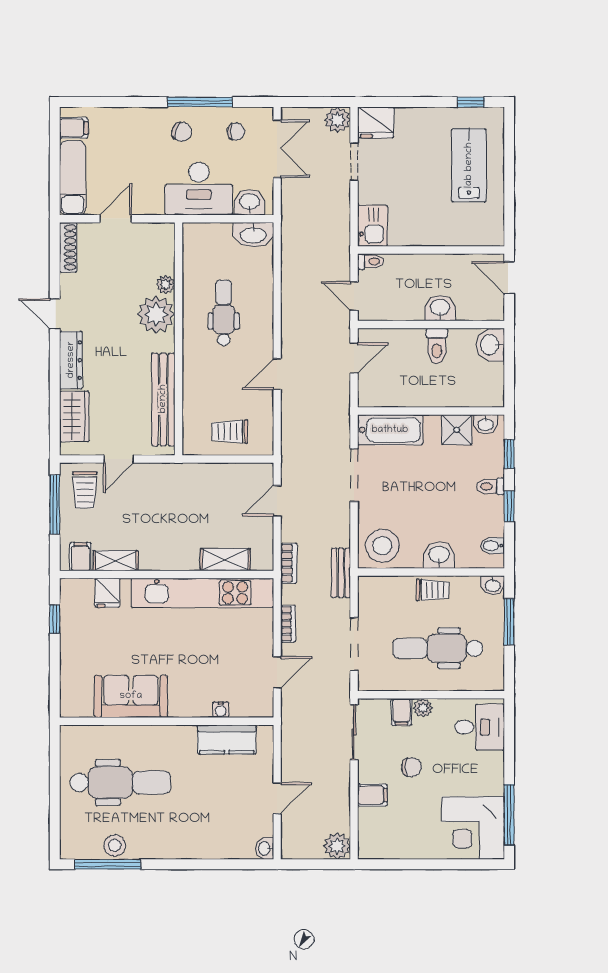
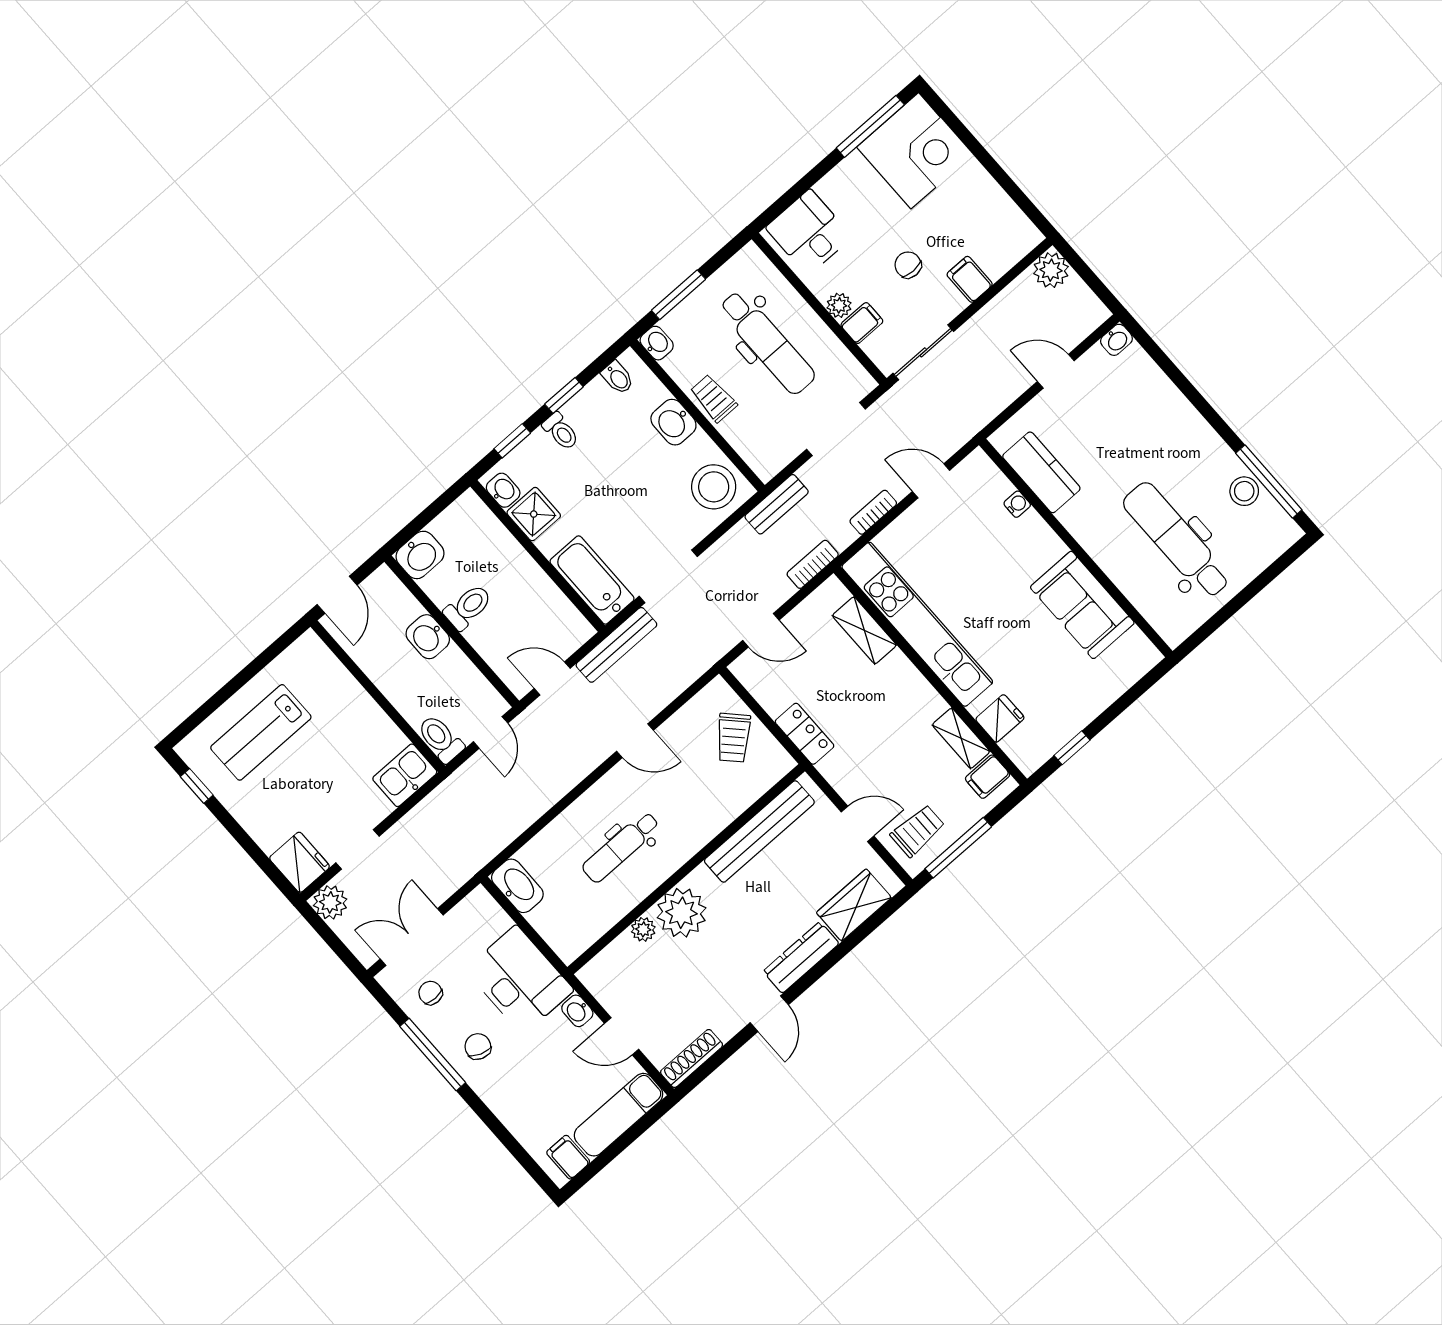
washbasin: (250, 202) -> (577, 1011), moved, width x0.72, depth x0.69
toilet: (371, 261) -> (441, 739), width x1.37, depth x1.39
bench: (341, 411) -> (616, 645), added
trolley: (230, 432) -> (733, 738), turned 46
locker: (196, 474) -> (805, 734), added

